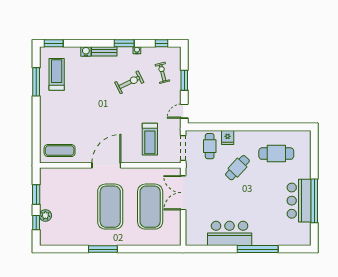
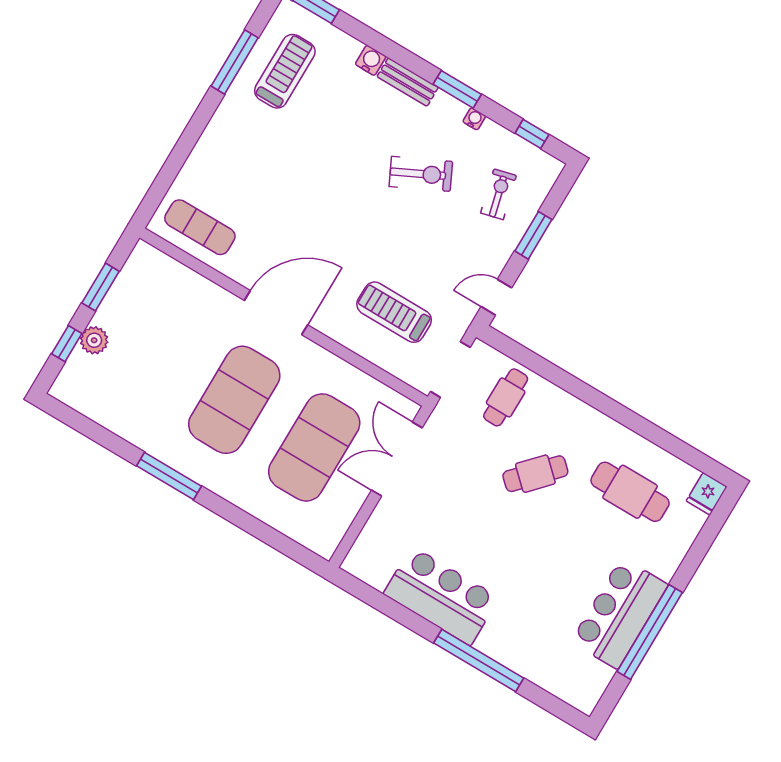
fridge: (228, 137) -> (707, 494), moved
treadmill: (150, 139) -> (394, 312), turned 90

